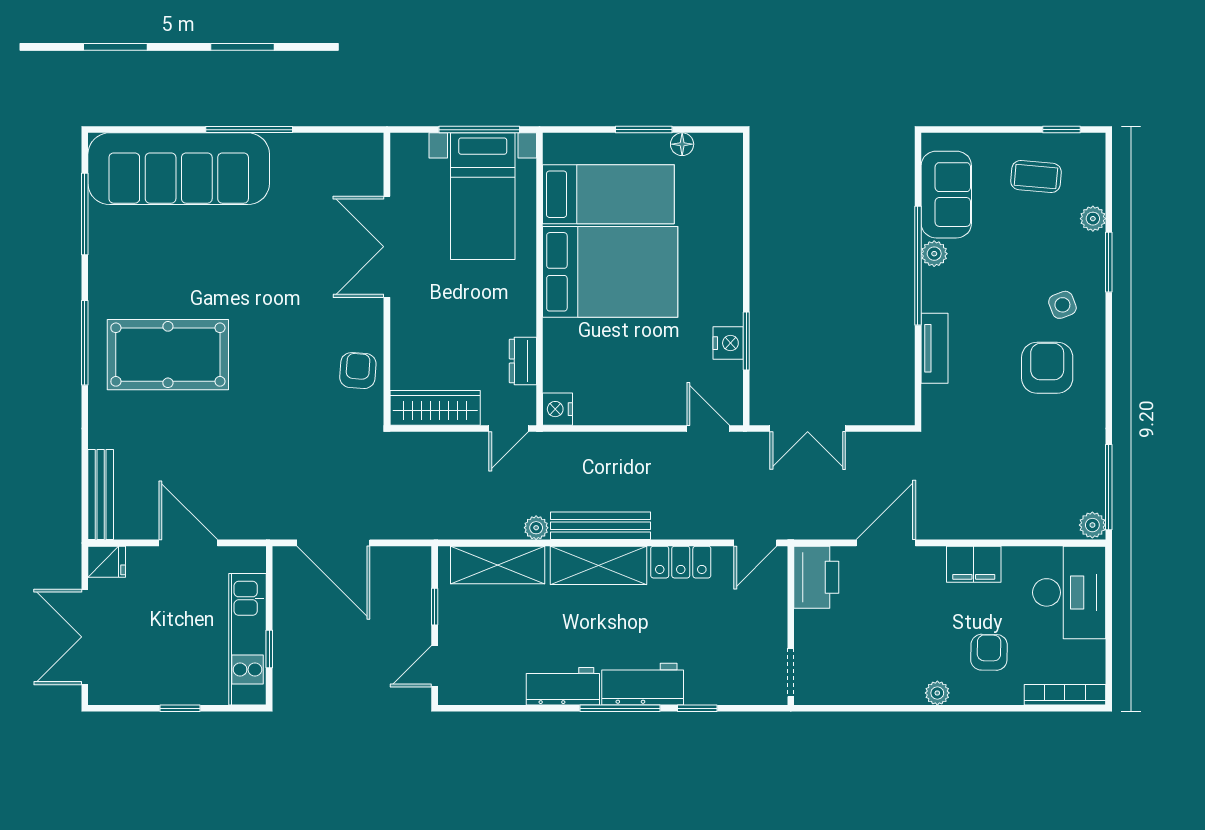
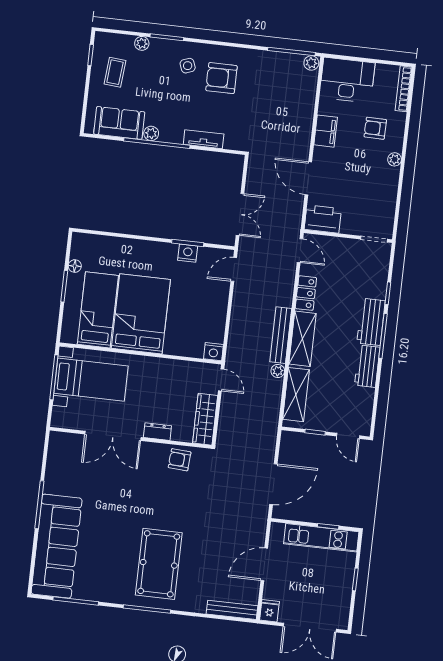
dresser: (523, 361) -> (157, 432), moved, turned 180

